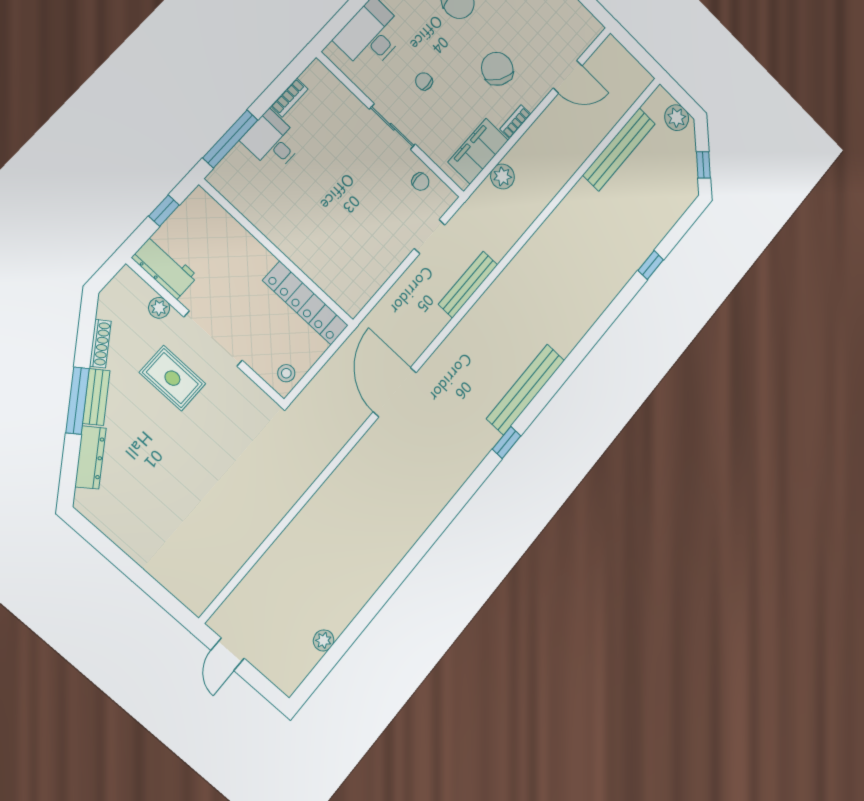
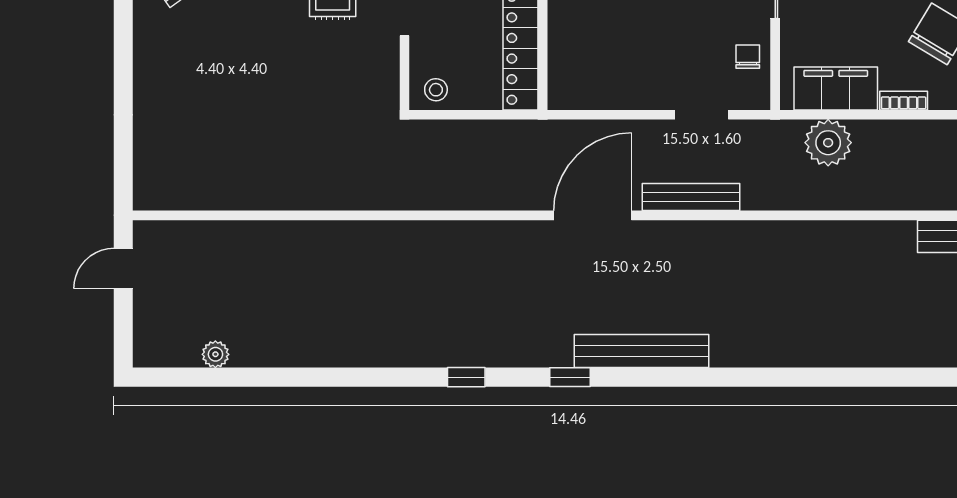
plant: (502, 176) -> (828, 143), width x1.36, depth x1.36
chair: (420, 182) -> (748, 57), turned 180
window: (651, 265) -> (466, 377), moved
door: (395, 392) -> (593, 215), moved

